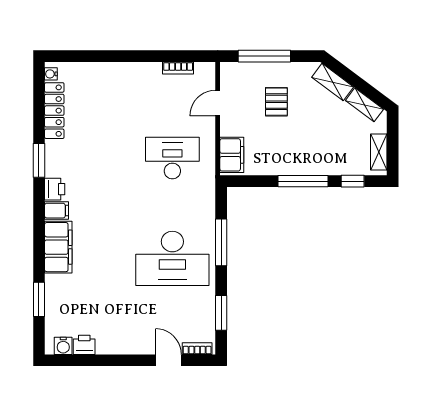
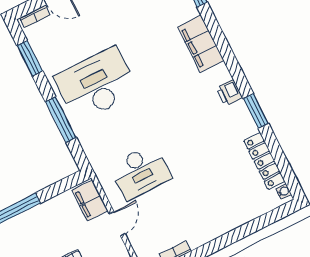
door: (218, 103) -> (117, 224), moved
filing cabinet: (57, 211) -> (218, 75), removed

